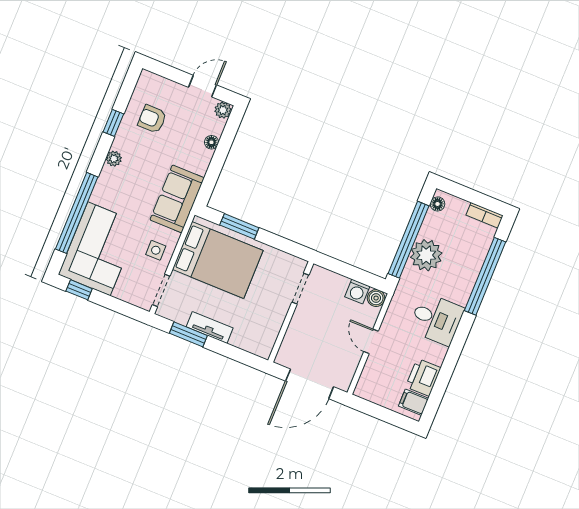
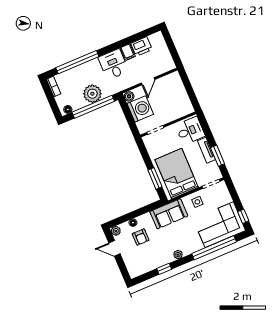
armchair: (152, 119) -> (141, 237), moved
washing machine: (357, 292) -> (140, 109), width x1.89, depth x1.89
desk: (255, 332) -> (190, 131), added
door: (310, 384) -> (189, 89), removed
filing cabinet: (414, 402) -> (128, 52), moved

